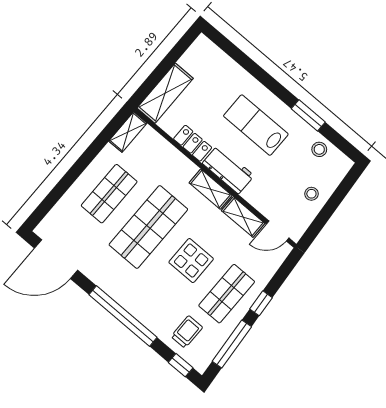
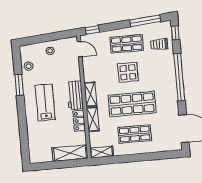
lab bench: (256, 125) -> (45, 102), turned 180
shelving: (243, 217) -> (93, 119), moved
window: (261, 303) -> (92, 30), moved

